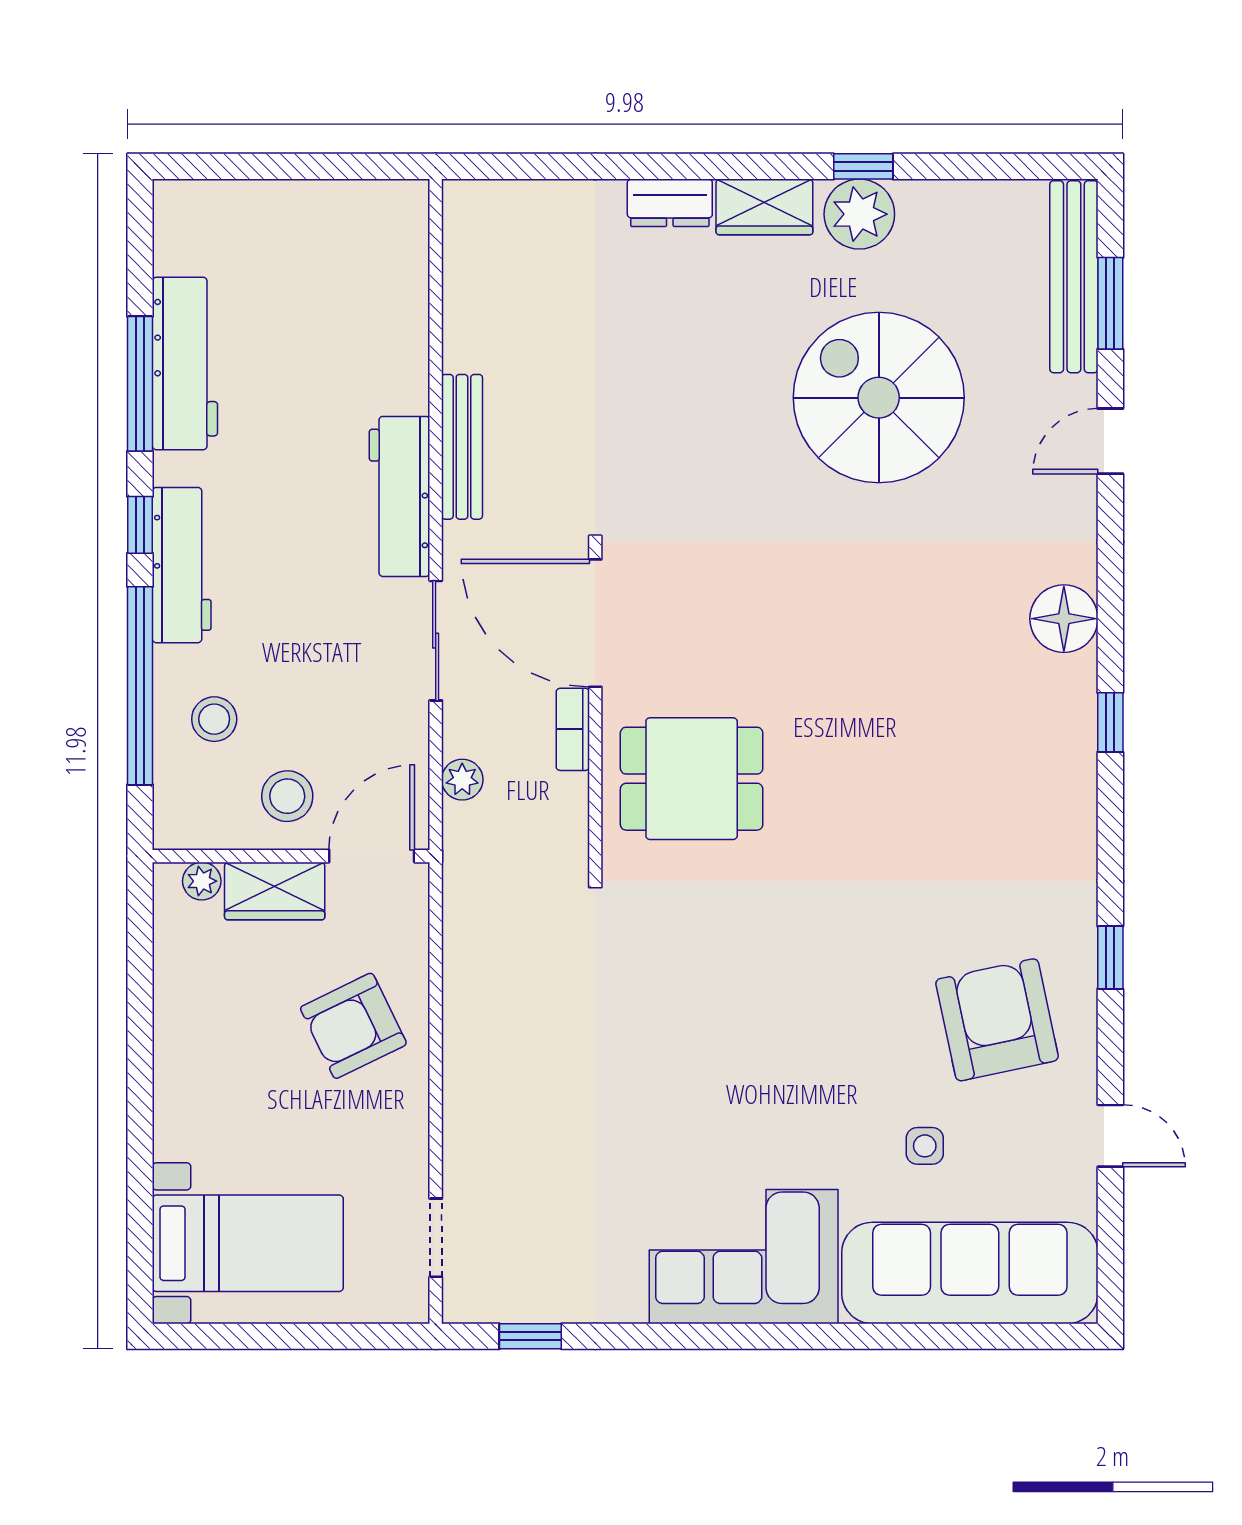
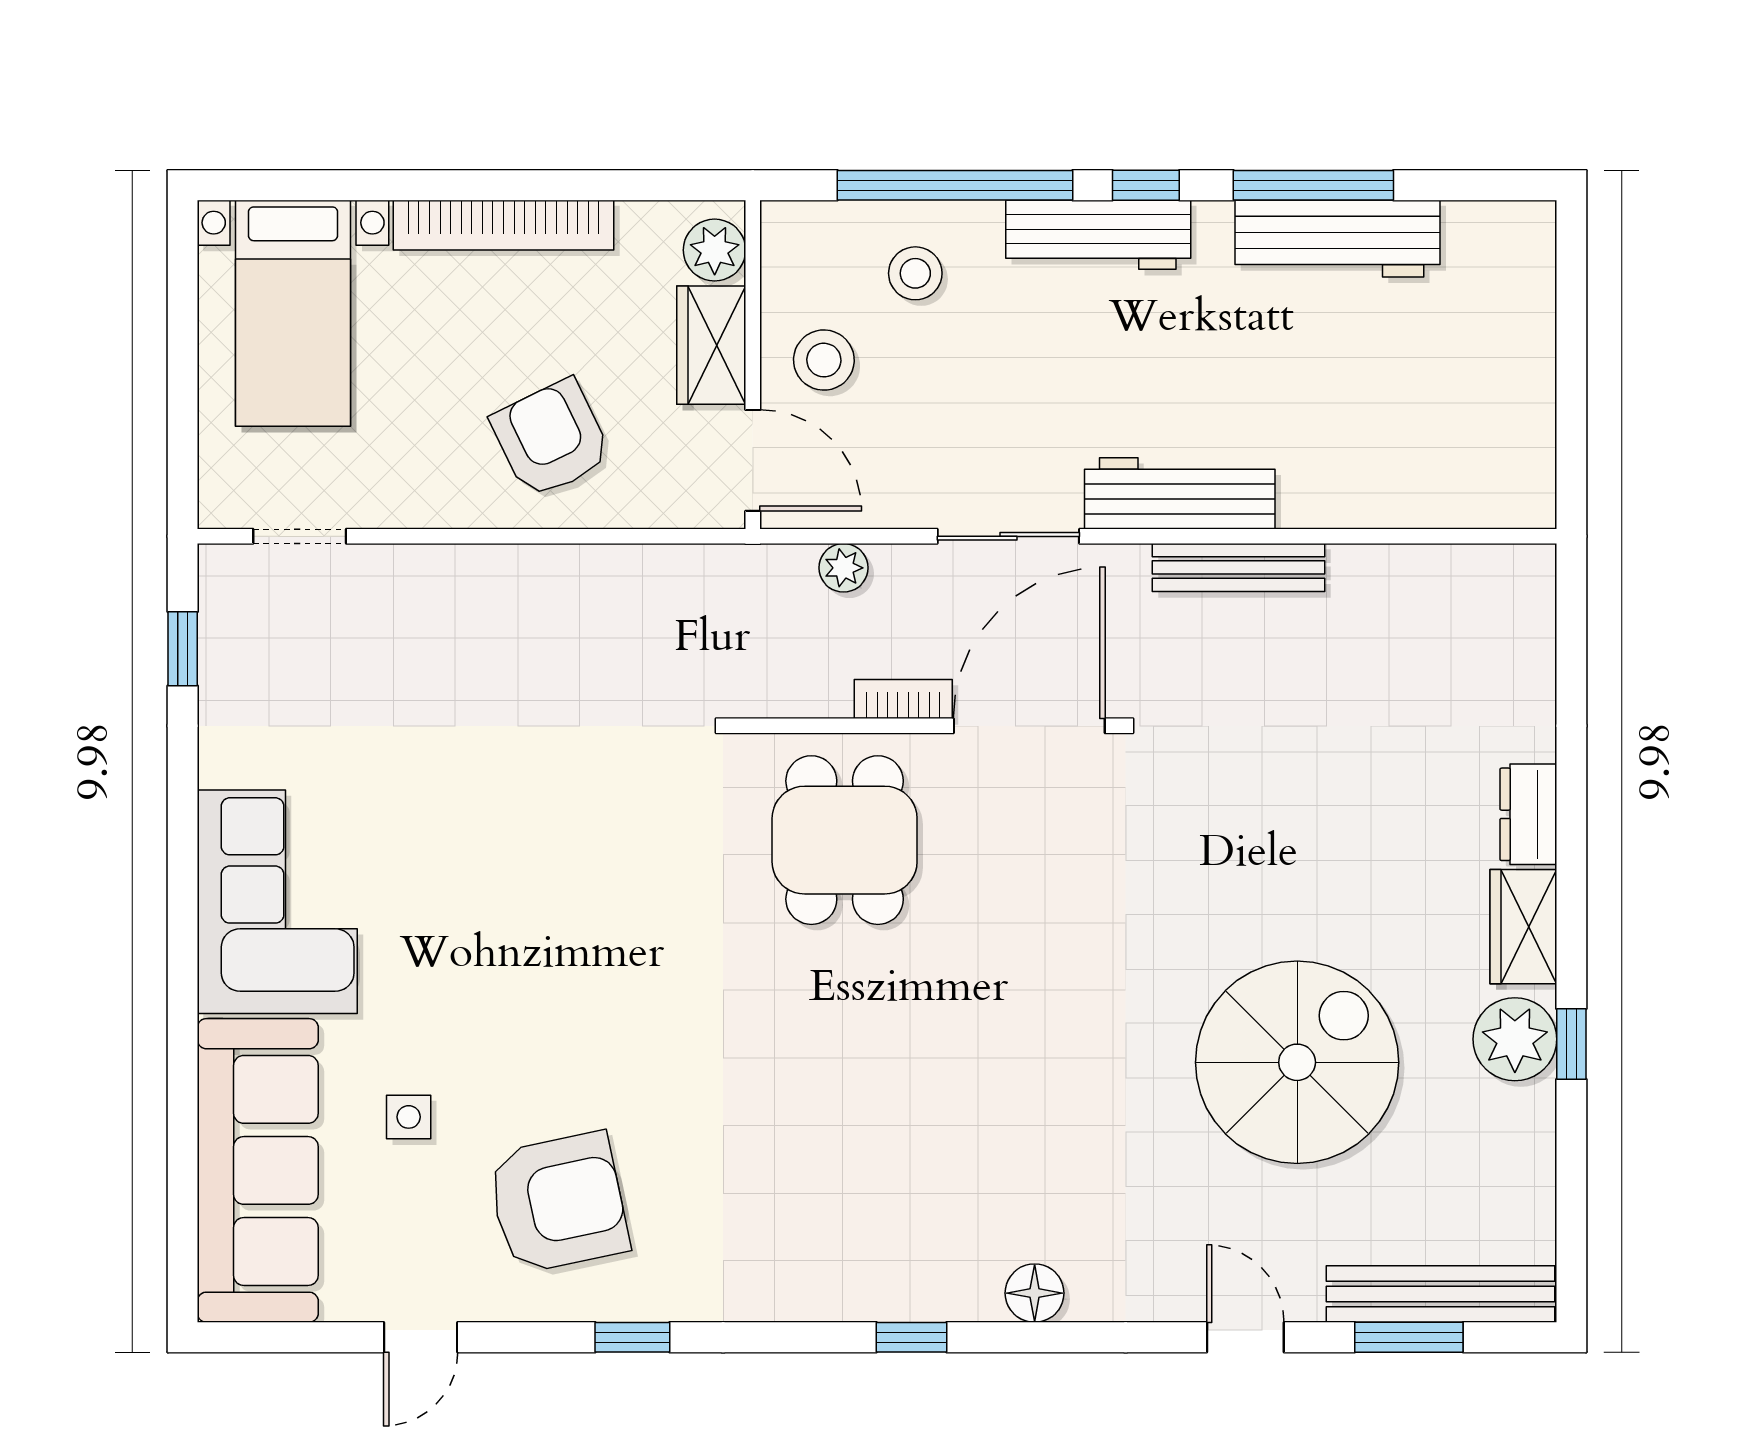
floor lamp: (1064, 619) -> (1035, 1293), width x0.73, depth x0.73
plant: (202, 881) -> (715, 250), width x1.38, depth x1.38
bookcase: (174, 1066) -> (504, 225), added

